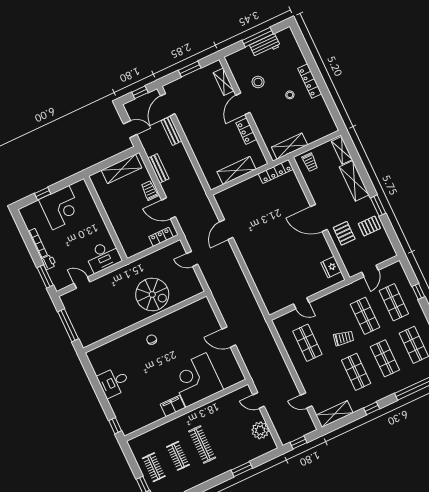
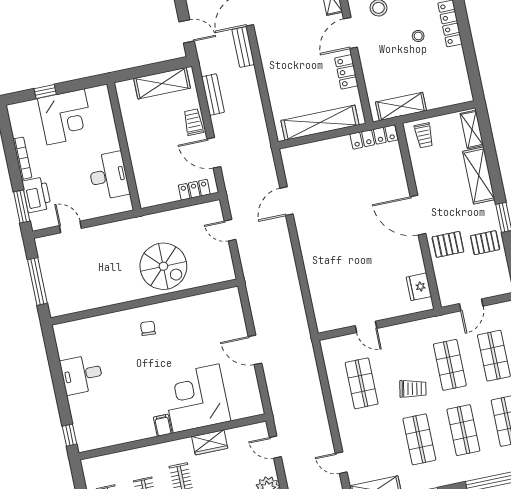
shelving: (236, 170) -> (320, 123), width x1.47
pallet: (344, 233) -> (448, 244), turned 90
desk: (103, 256) -> (109, 176), moved, turned -90
printer: (49, 262) -> (37, 195), width x1.87, depth x1.48
filing cabinet: (173, 406) -> (163, 425), width x0.50
wardrobe: (213, 408) -> (210, 442), added

